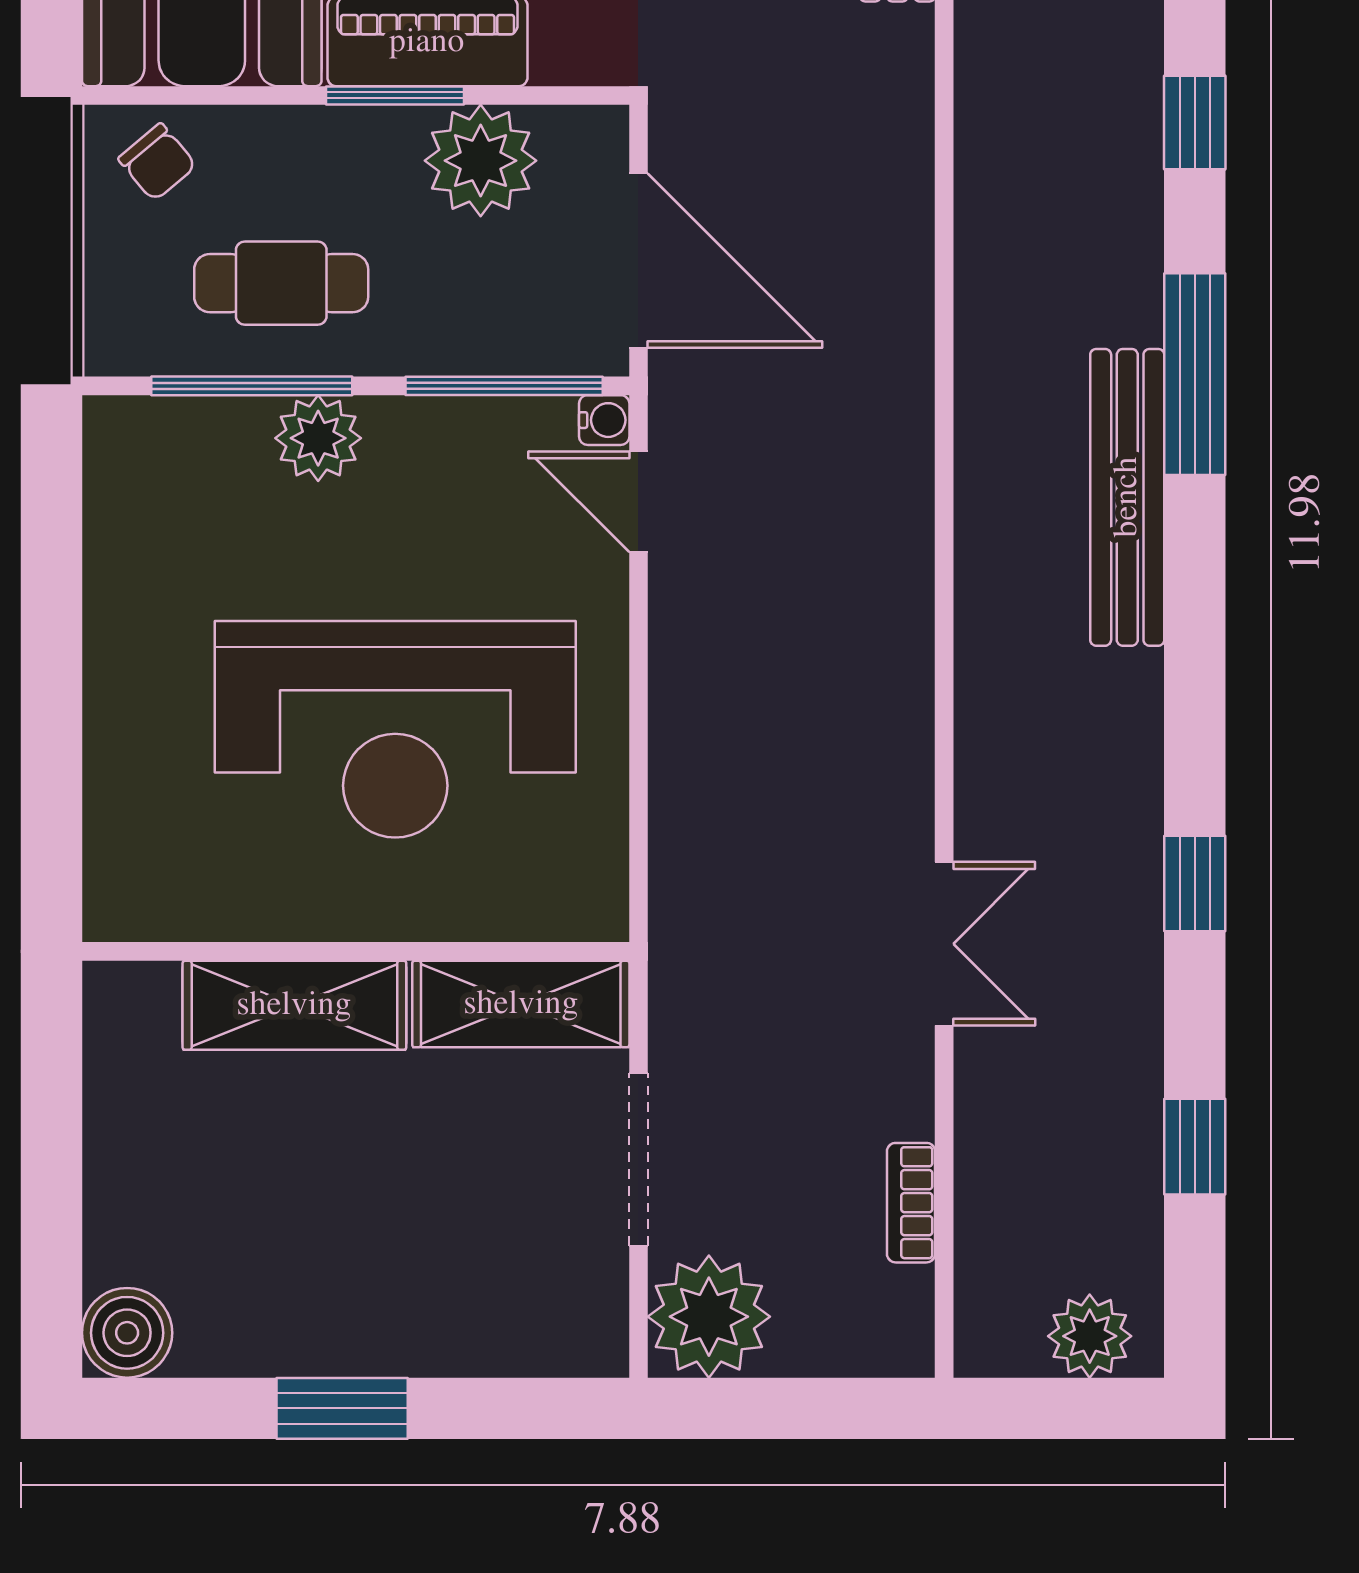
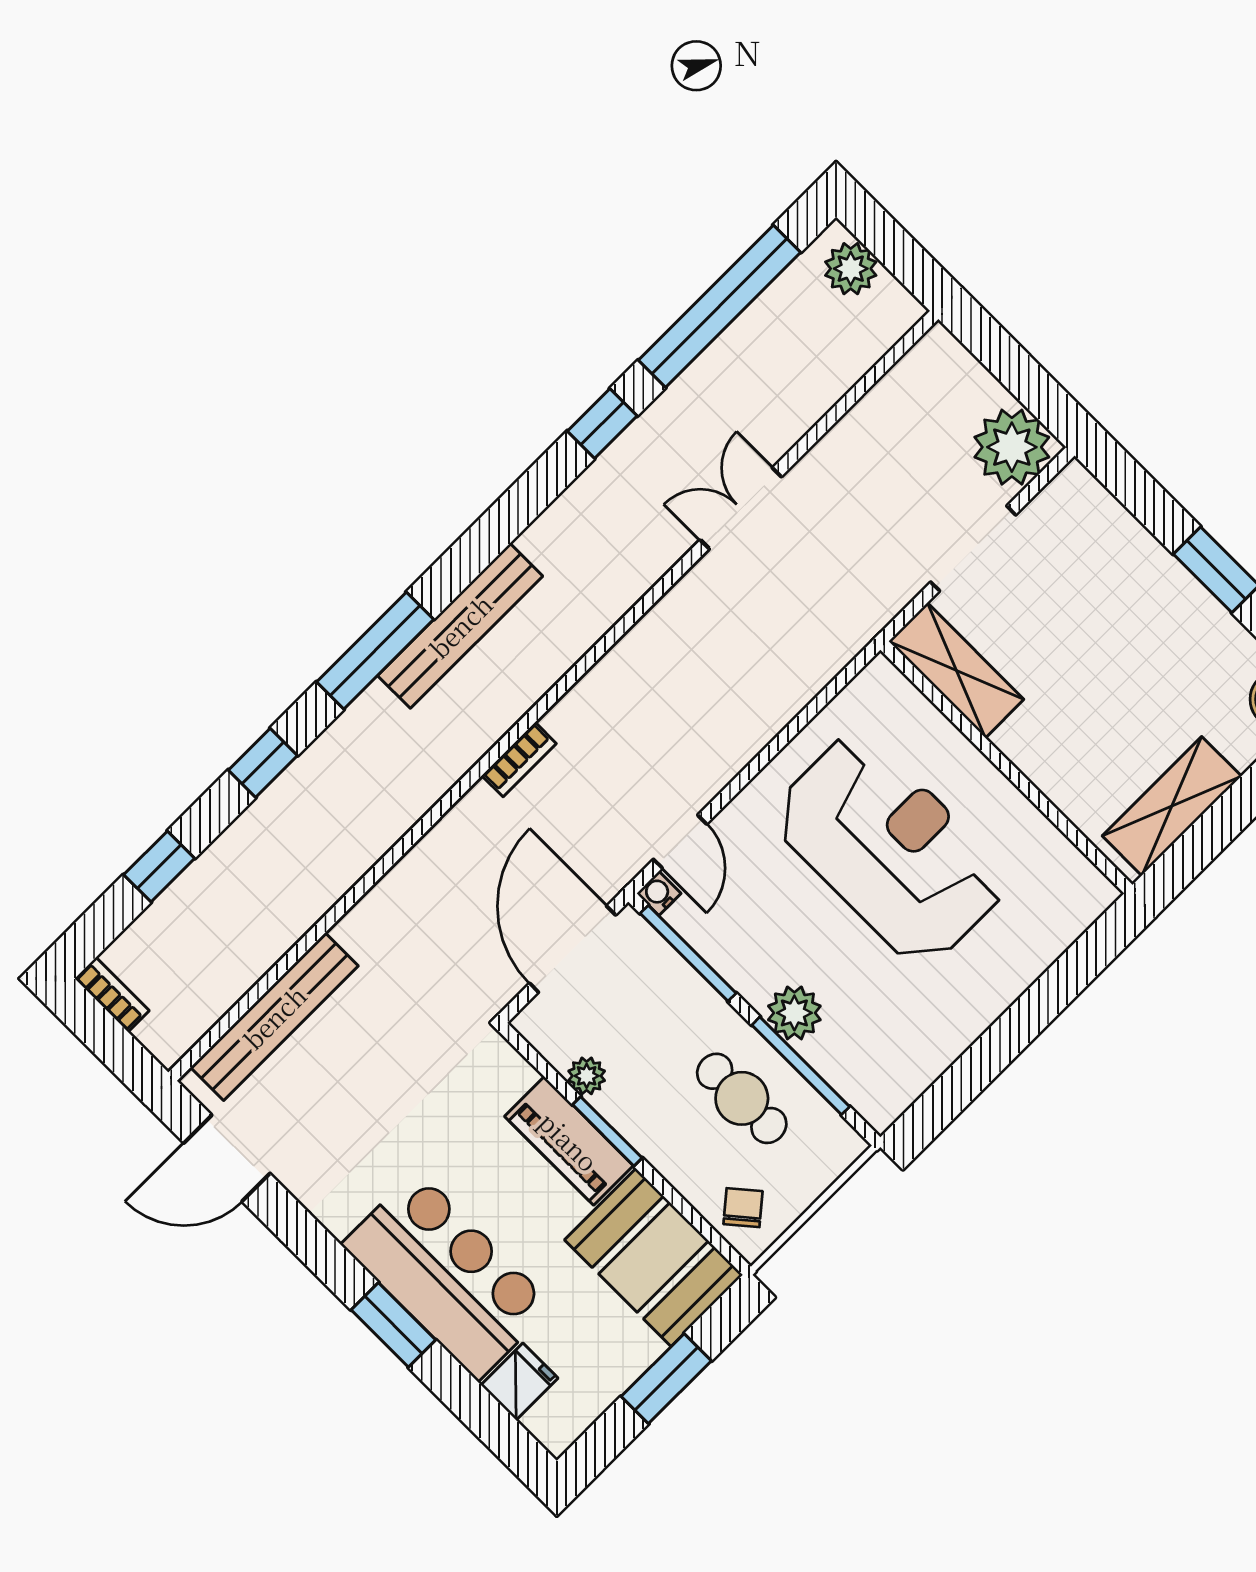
plant: (481, 161) -> (587, 1076), width x0.53, depth x0.53
shelving: (294, 1005) -> (1172, 806), moved, turned 90
window: (1195, 1147) -> (719, 306), width x3.17
bookcase: (911, 1203) -> (519, 760), moved

